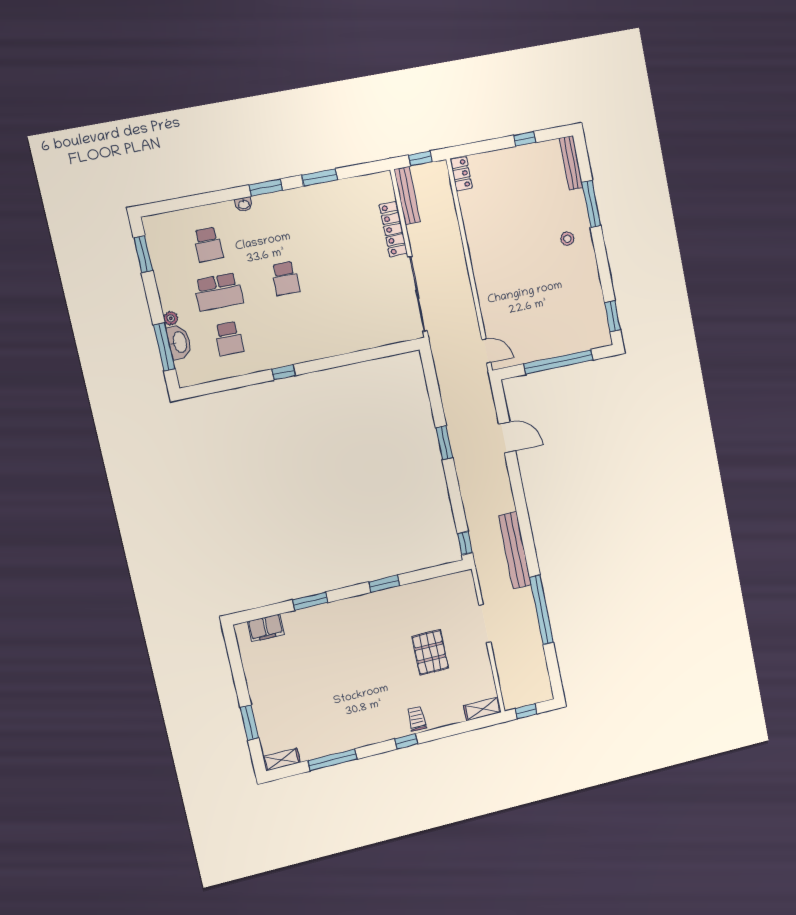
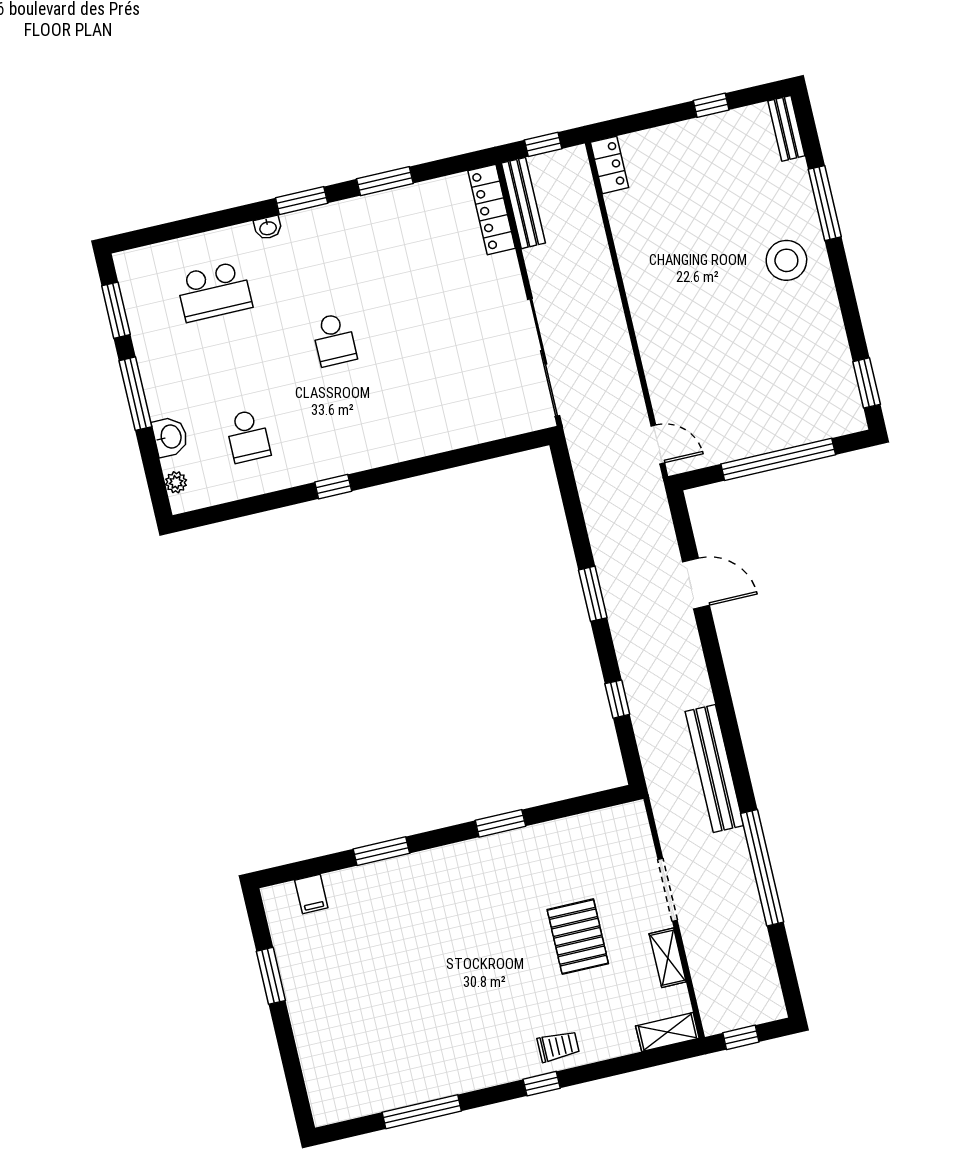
bench: (571, 163) -> (786, 128), width x0.73
locker: (393, 229) -> (492, 210), moved
stool: (567, 239) -> (786, 260), width x1.89, depth x1.89
school desk: (208, 244) -> (214, 291), width x1.85
school desk: (219, 292) -> (231, 364), removed
plant: (171, 318) -> (176, 482), moved
washbasin: (179, 342) -> (170, 437), width x0.72
window: (164, 347) -> (135, 394), moved
window: (465, 543) -> (617, 699), moved
filing cabinet: (266, 628) -> (311, 894), width x0.50
trolley: (417, 719) -> (558, 1046), turned 90
window: (249, 723) -> (271, 976), moved
shelving: (281, 760) -> (668, 958), moved, turned 90

